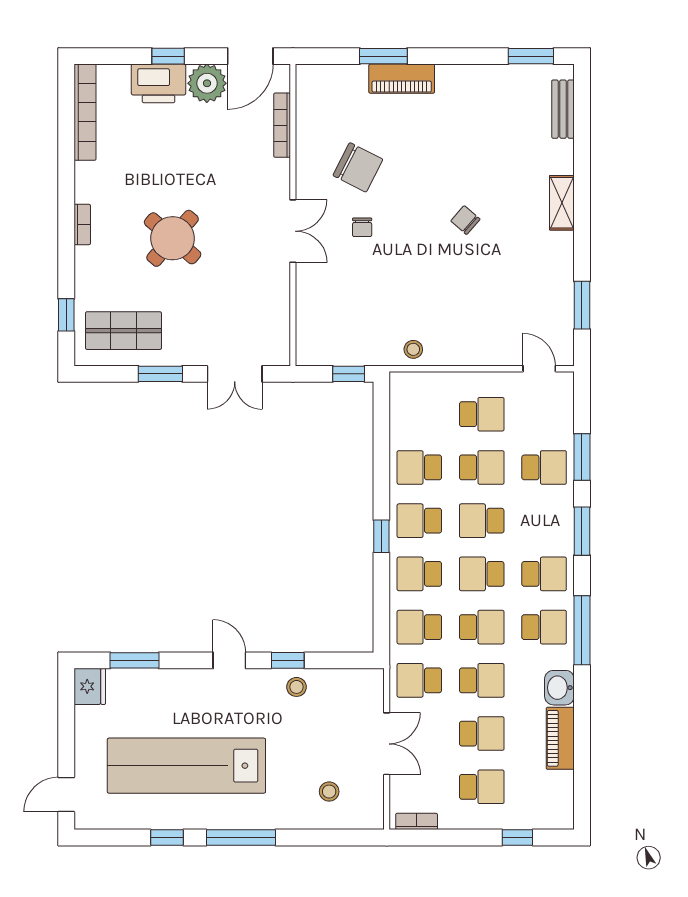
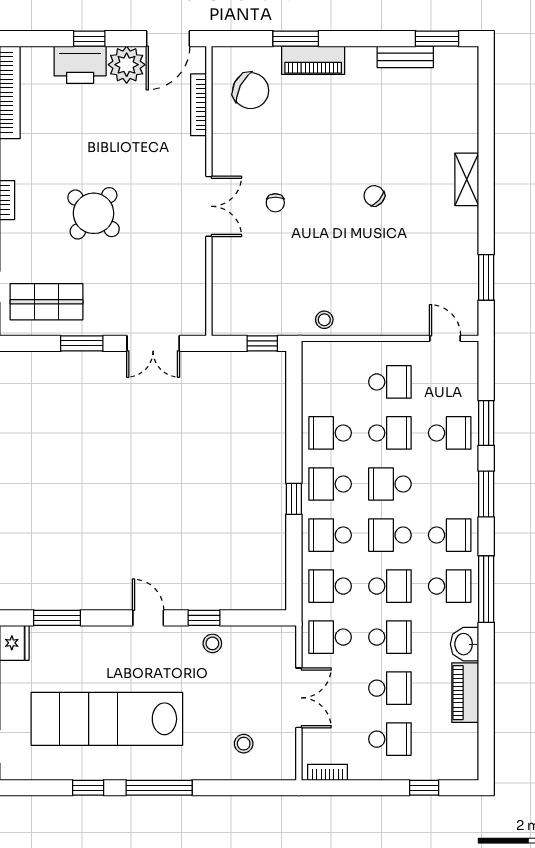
bench: (563, 109) -> (405, 57), moved, turned 90
chair: (358, 167) -> (251, 91), moved

